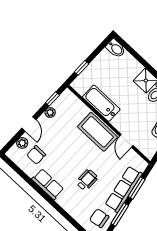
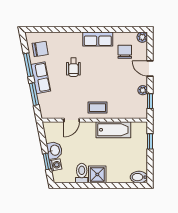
coffee table: (97, 132) -> (97, 108), width x0.54, depth x0.58
door: (126, 141) -> (72, 120), swing flipped
plant: (22, 143) -> (142, 37), moved
row of seats: (124, 189) -> (41, 78), width x0.68

